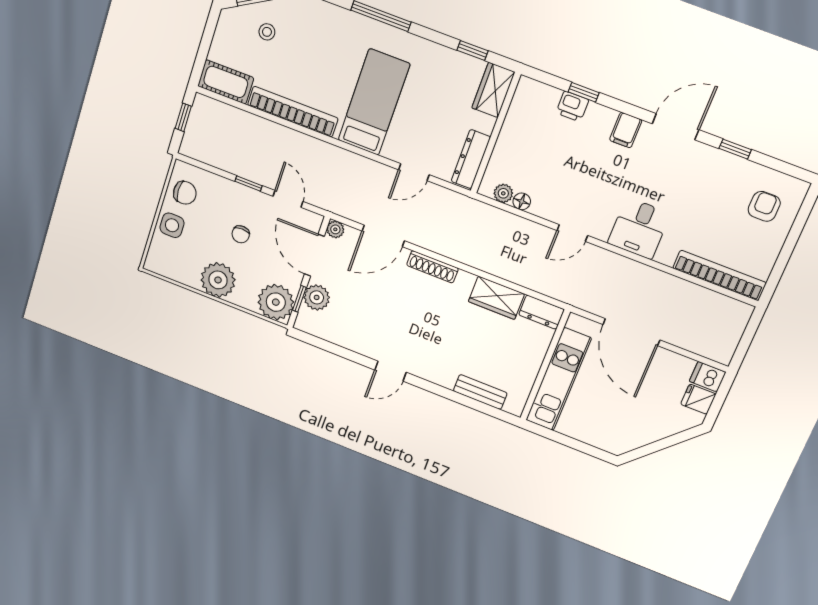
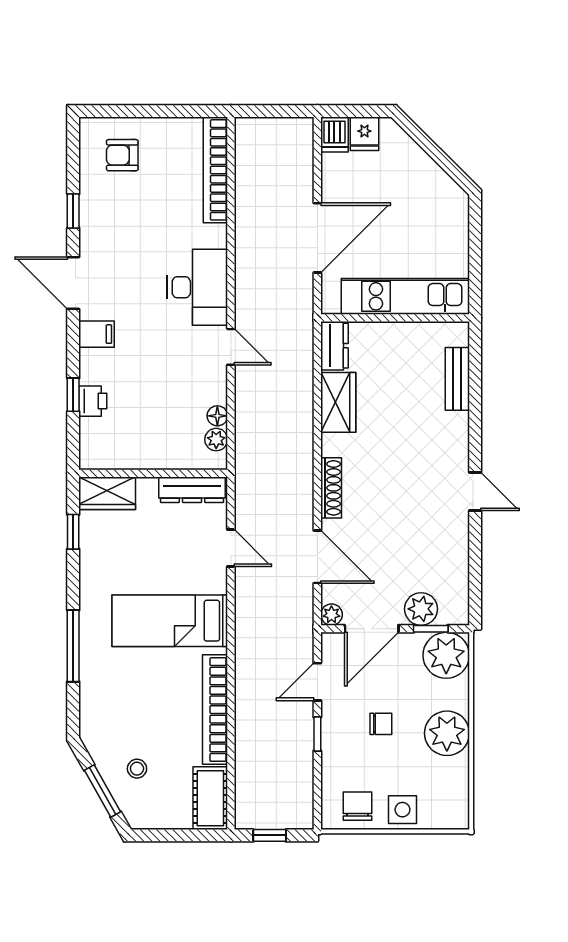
desk: (639, 228) -> (197, 287), width x1.37

